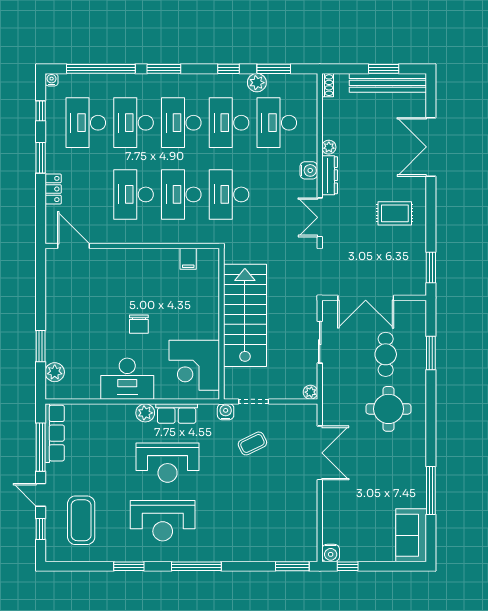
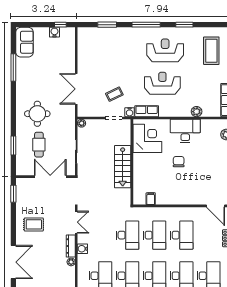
stairs: (245, 315) -> (123, 167), width x0.73, depth x0.66
plant: (145, 413) -> (197, 112), moved
row of seats: (177, 413) -> (147, 111), moved
water cooler: (331, 553) -> (54, 32), moved
window: (292, 566) -> (107, 25), moved

